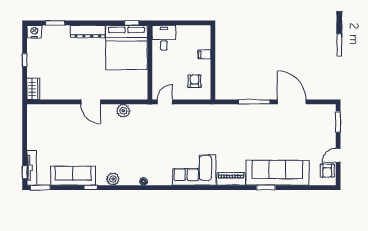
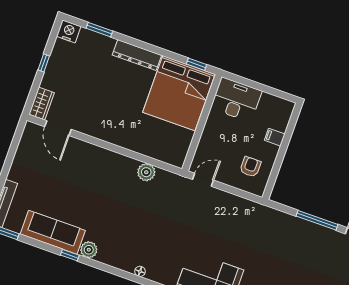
desk: (164, 38) -> (236, 100), width x1.37
door: (91, 102) -> (58, 128), moved
plant: (113, 179) -> (89, 250), moved

